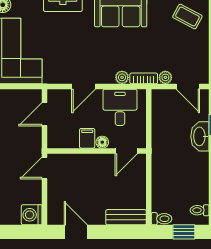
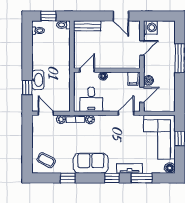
door: (83, 87) -> (126, 113), moved
boiler: (34, 136) -> (149, 80), added
filing cabinet: (87, 138) -> (133, 79), moved
door: (44, 168) -> (142, 48), moved

